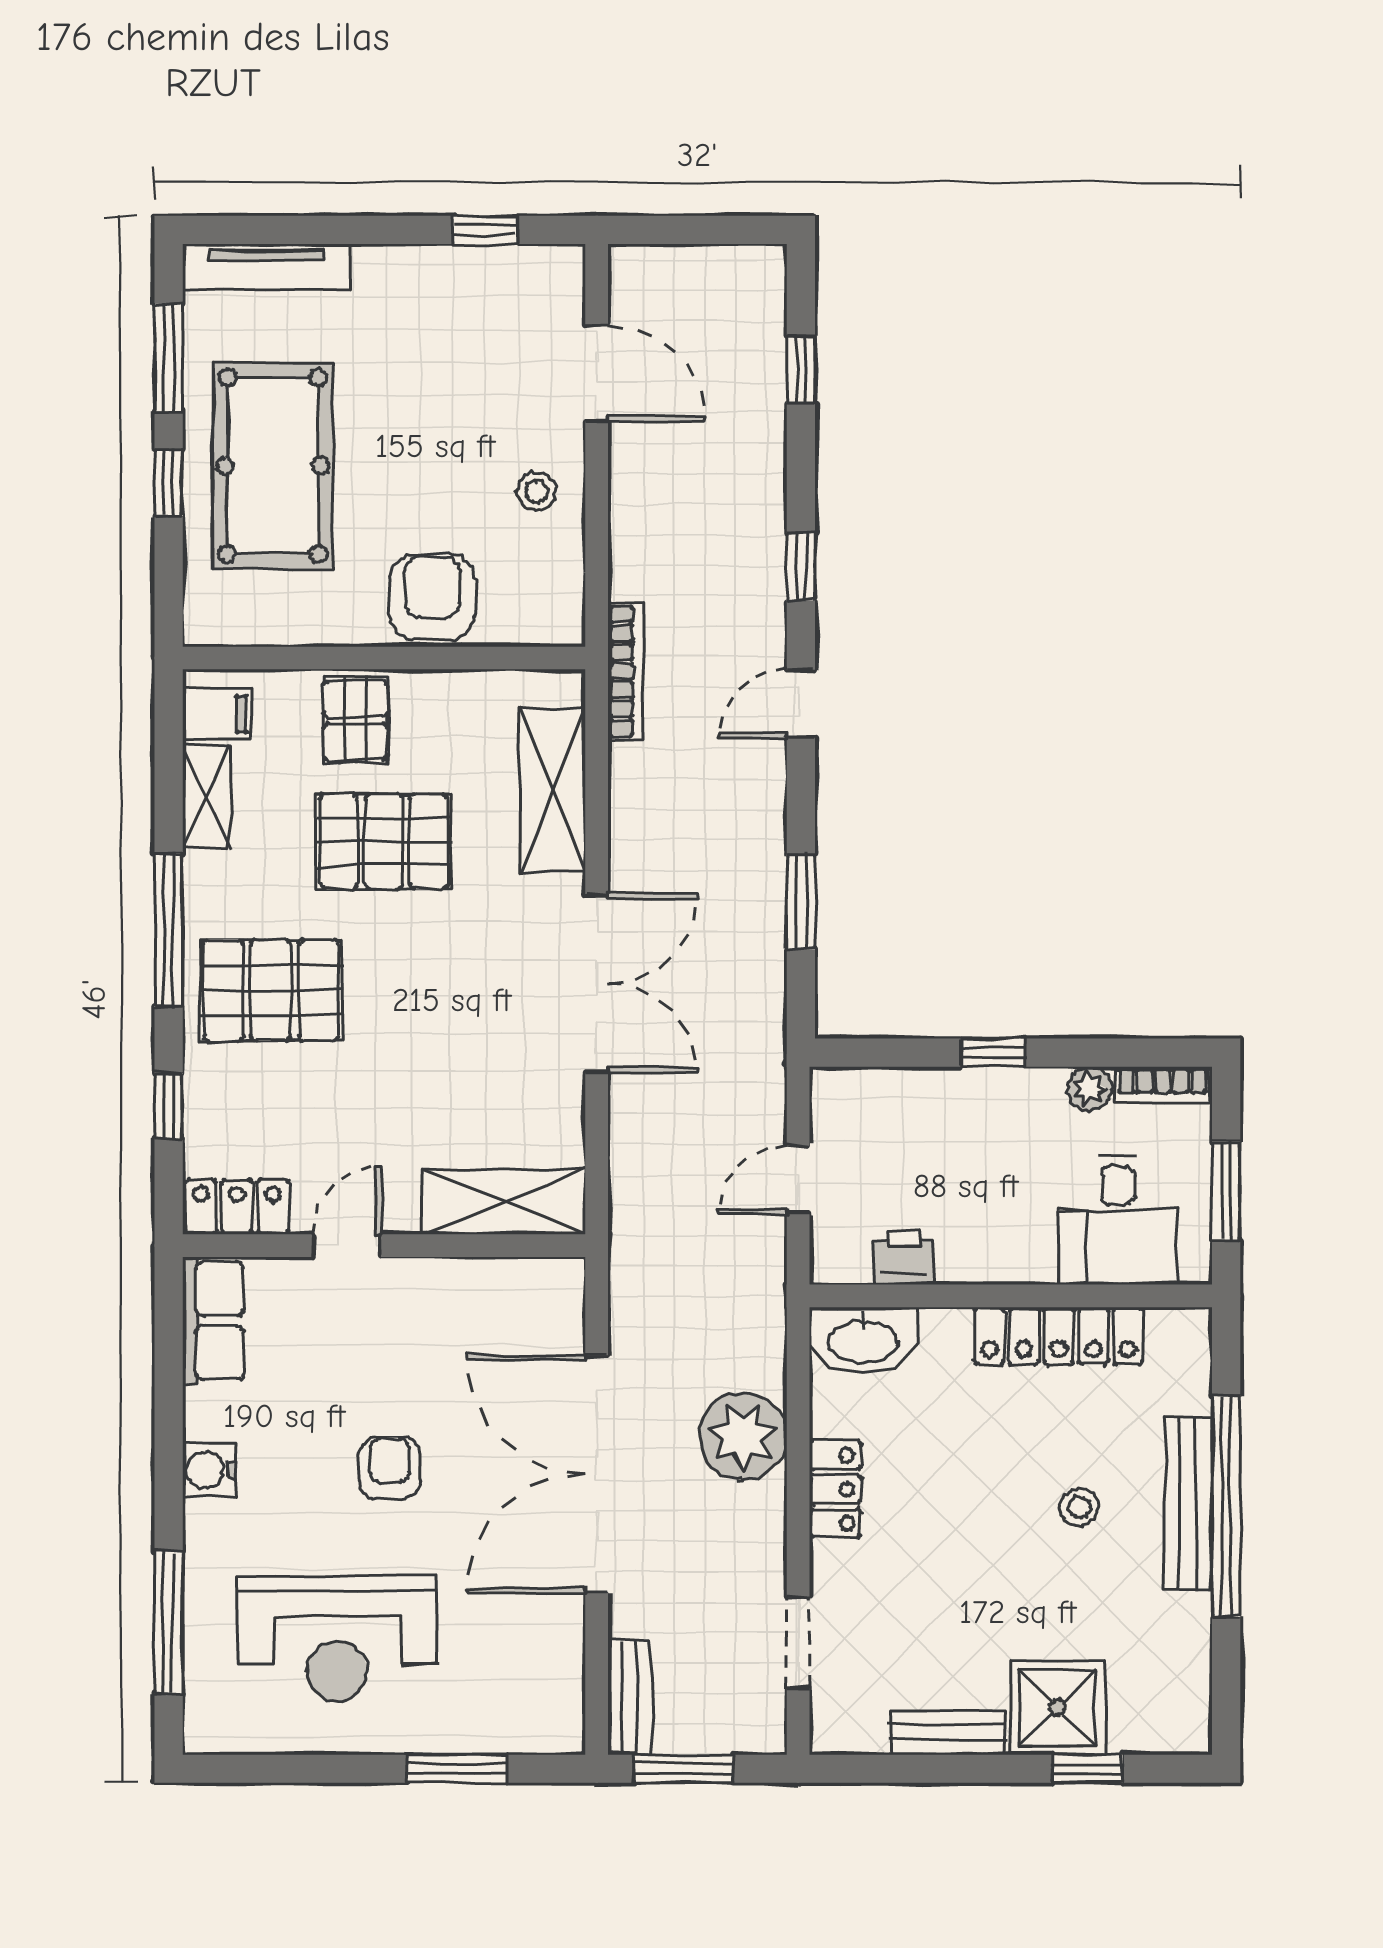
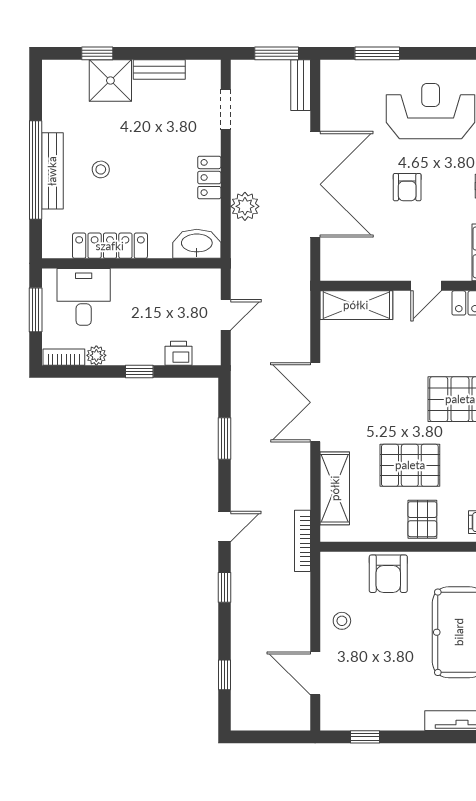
printer: (904, 1258) -> (178, 353), moved, turned 180
plant: (743, 1436) -> (245, 206), width x0.73, depth x0.73

